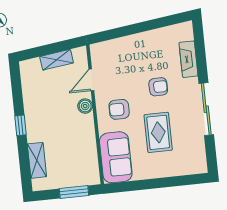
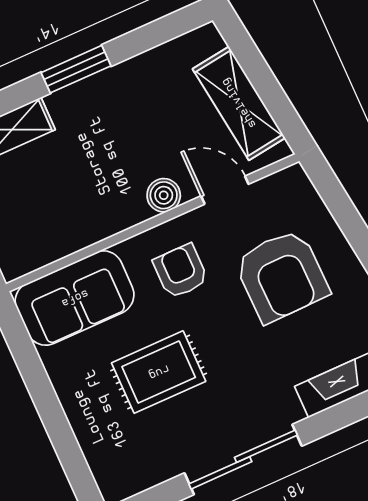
shelving: (57, 60) -> (239, 103), width x1.50, depth x1.33
armchair: (158, 87) -> (282, 276), moved, width x1.88, depth x1.88
window: (20, 125) -> (76, 69), width x1.50

